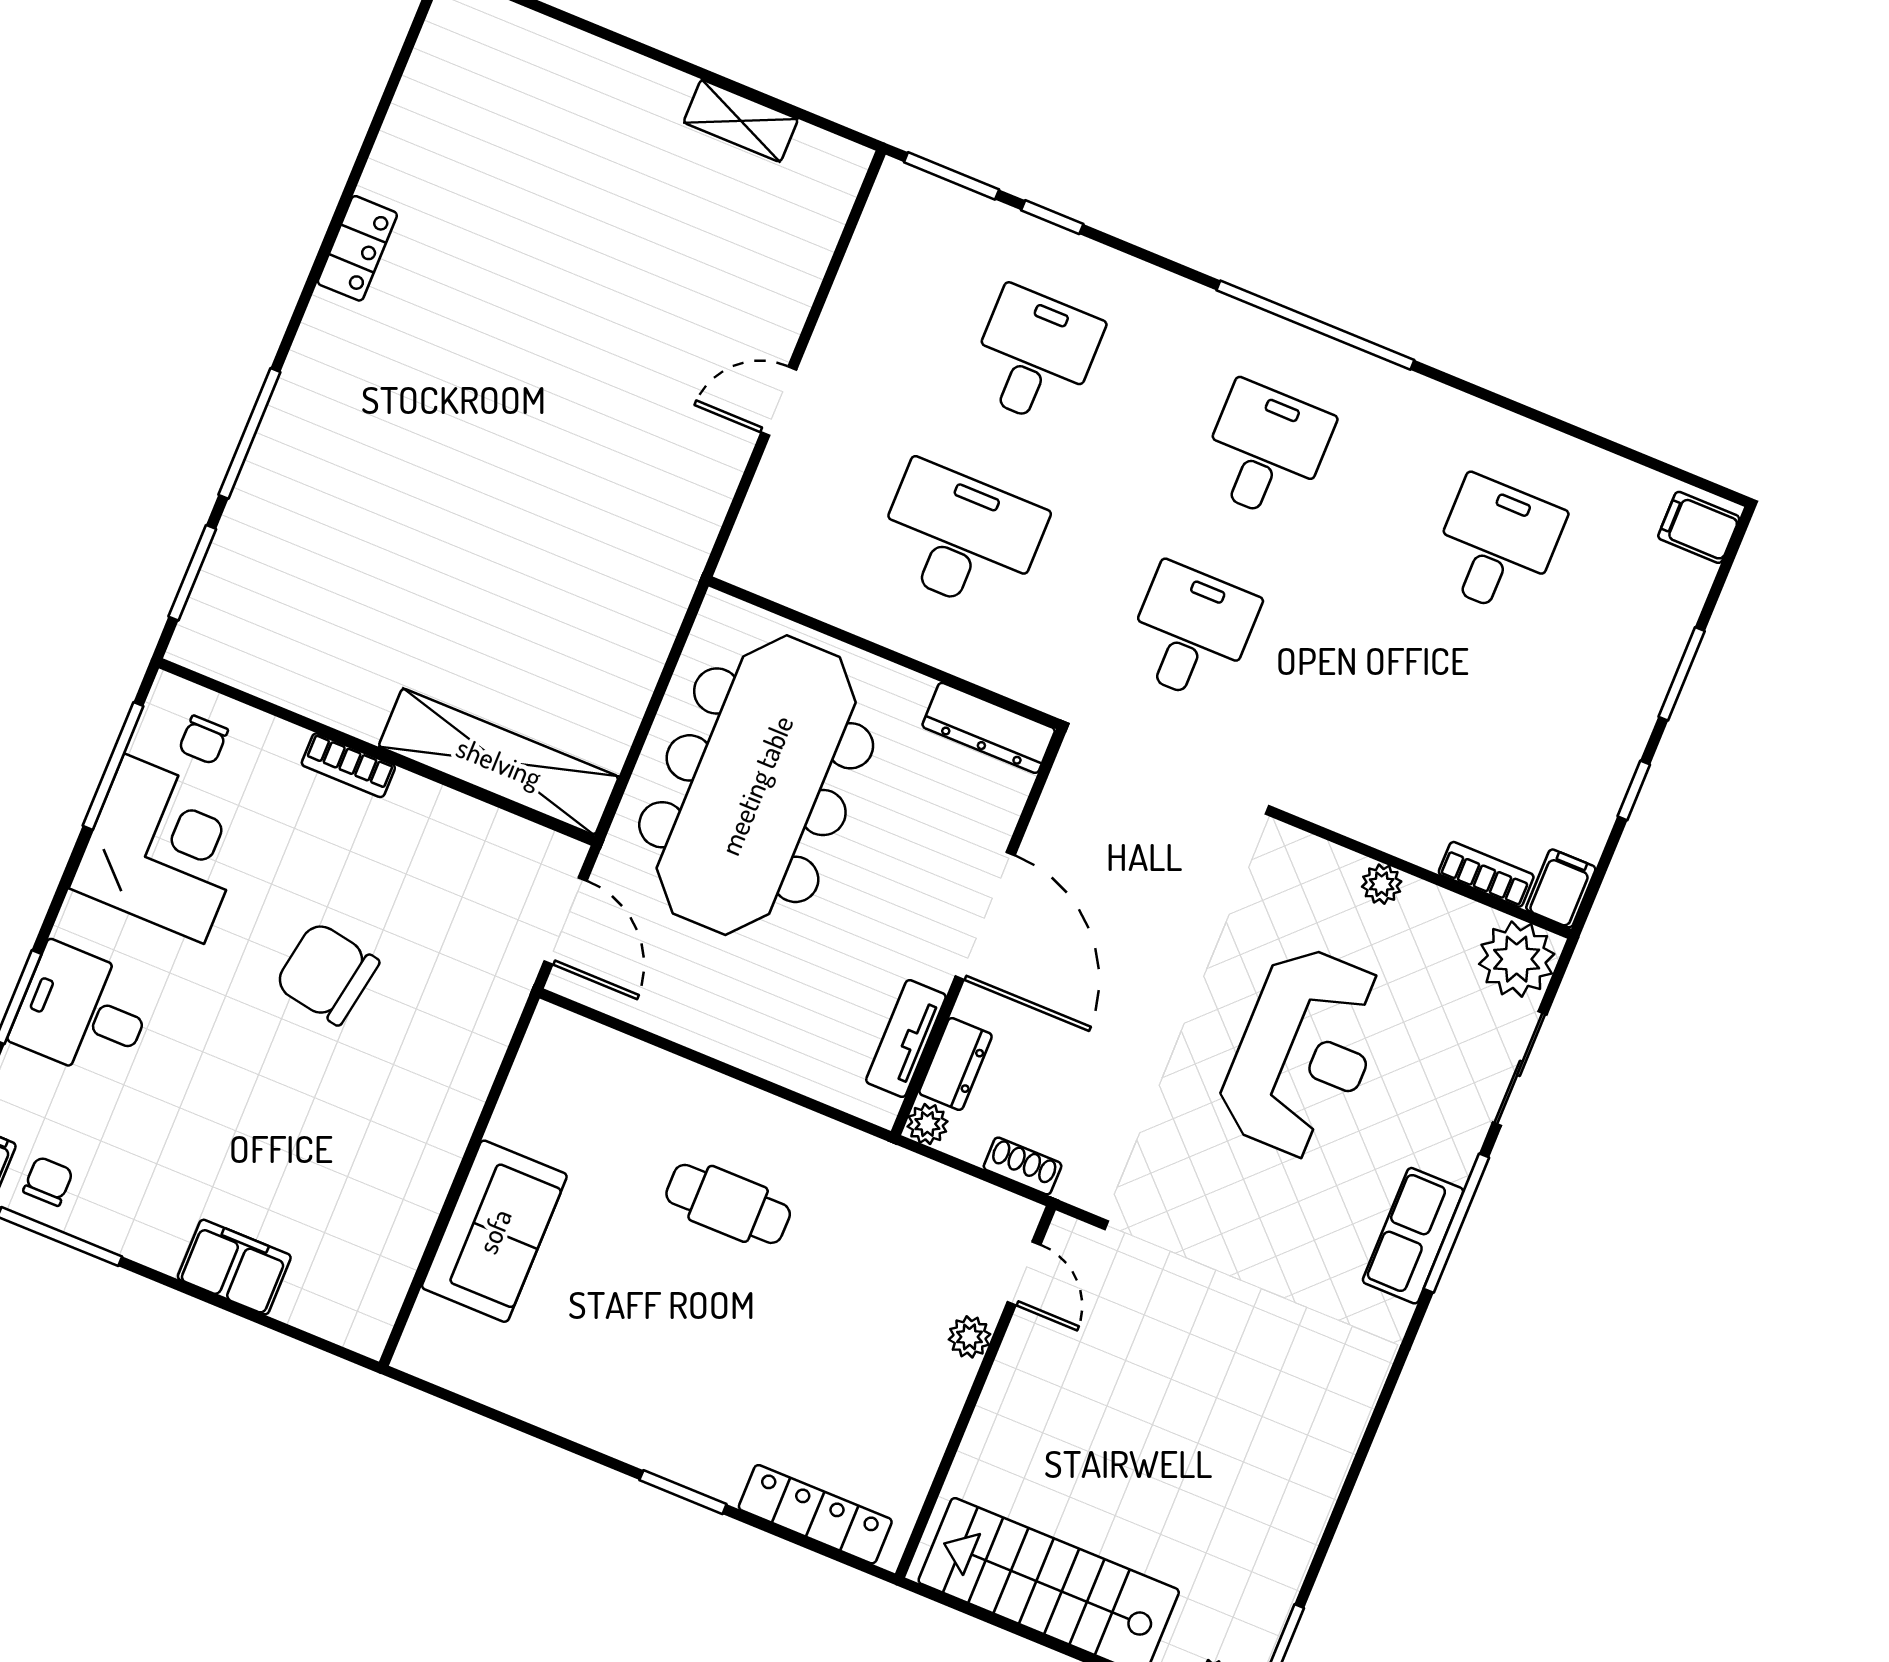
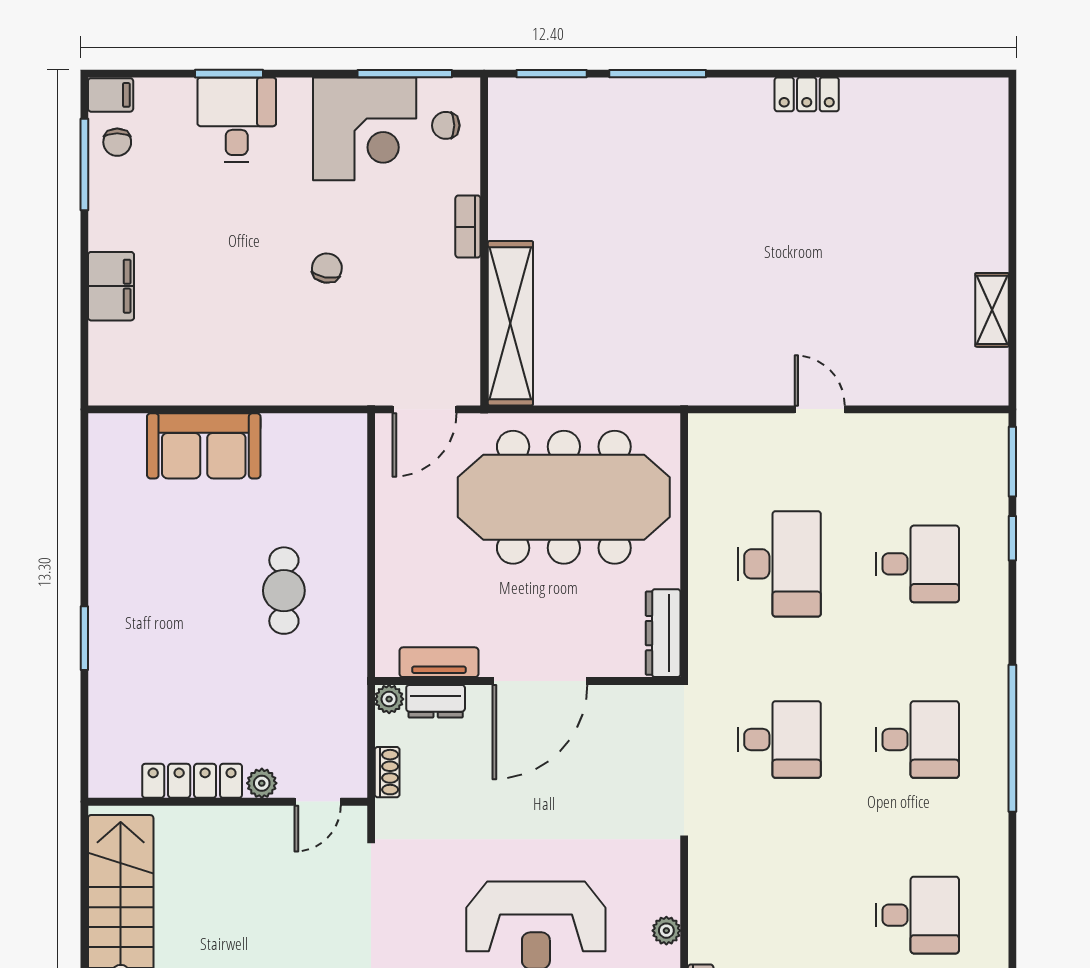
chair: (327, 973) -> (327, 268), width x0.54, depth x0.54
chair: (48, 1181) -> (117, 142), turned 90
locker: (815, 1514) -> (192, 781), moved, turned -90

